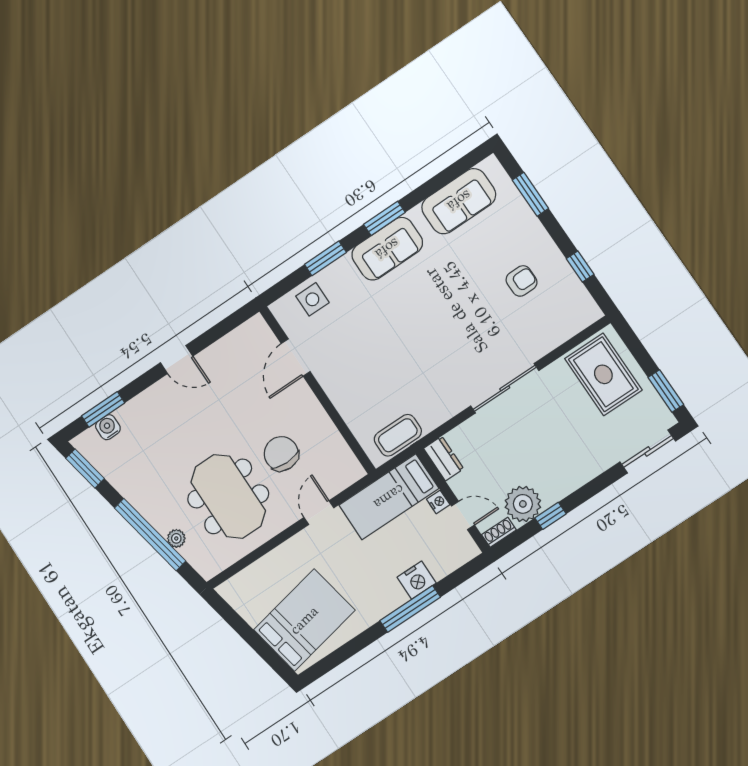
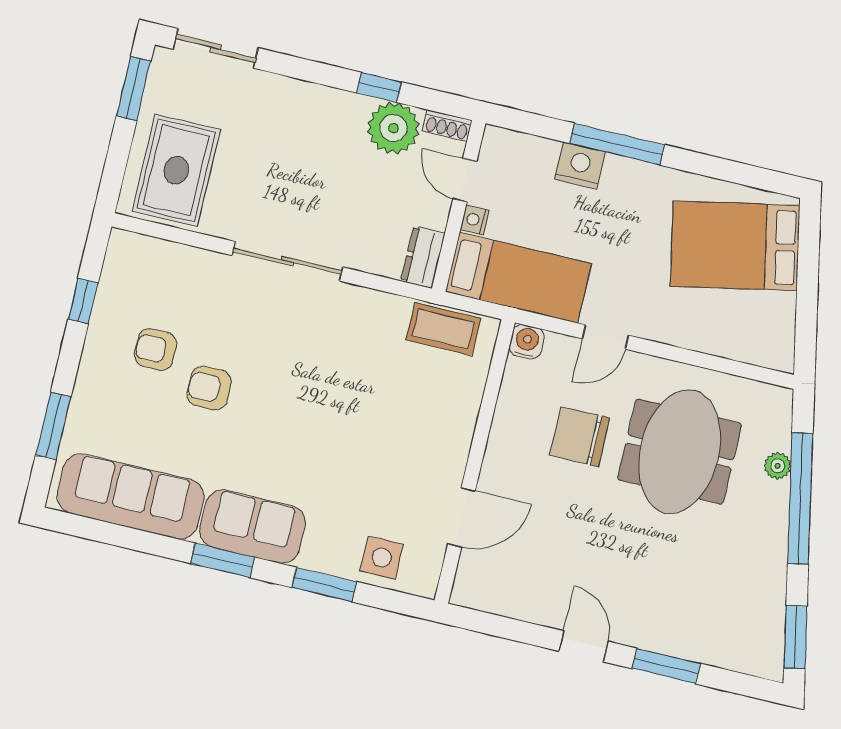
sofa: (459, 201) -> (131, 497), width x1.36
armchair: (477, 290) -> (209, 388), added
window: (103, 409) -> (666, 666), moved
water cooler: (108, 427) -> (527, 342), moved, turned 180
chair: (281, 454) -> (580, 437), turned 90

